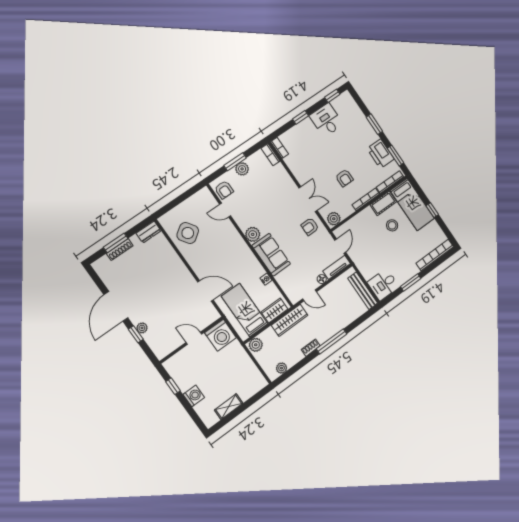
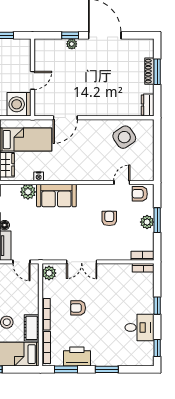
armchair: (310, 227) -> (109, 218), moved
plant: (253, 234) -> (28, 192), moved

